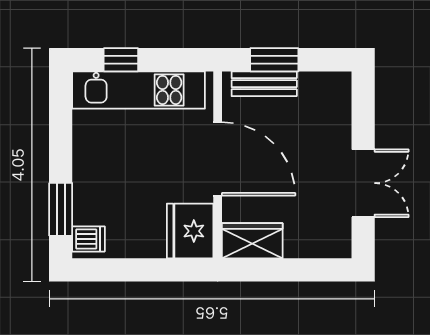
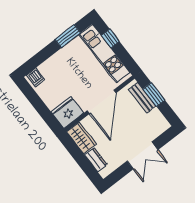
double door: (363, 183) -> (142, 155), moved
window: (61, 209) -> (68, 36), moved
dresser: (309, 245) -> (96, 160), added

